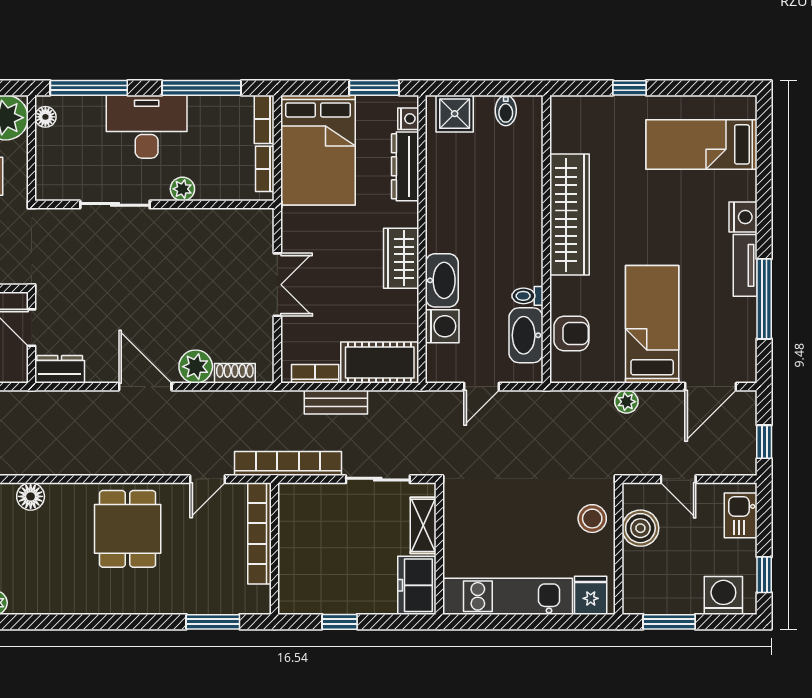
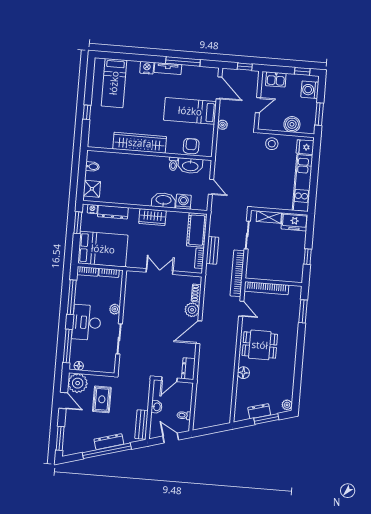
floor lamp: (31, 496) -> (243, 373), moved
boiler: (640, 528) -> (292, 124), moved

